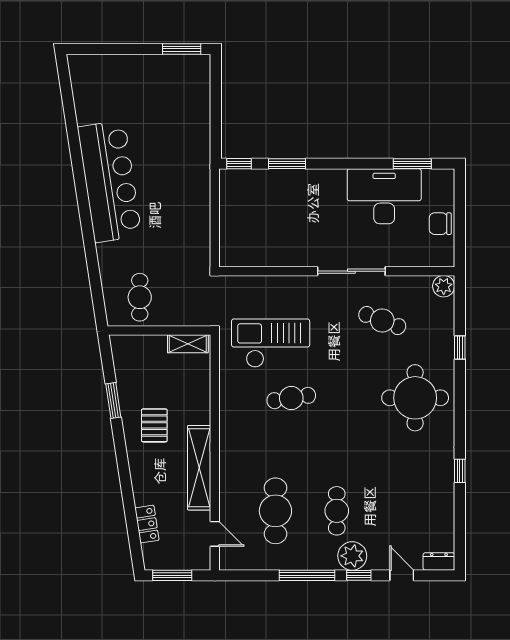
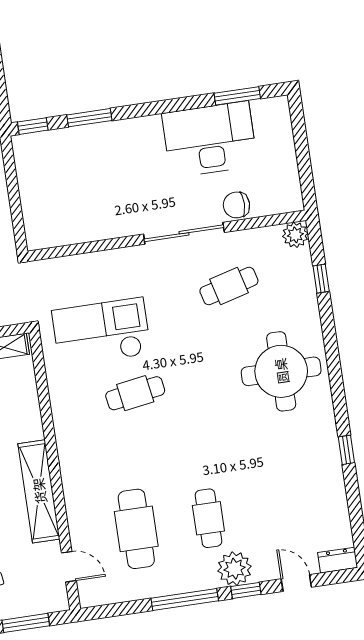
chair: (440, 224) -> (236, 205), moved
cafe table: (382, 321) -> (229, 286), turned -36
window: (460, 348) -> (321, 279), moved

